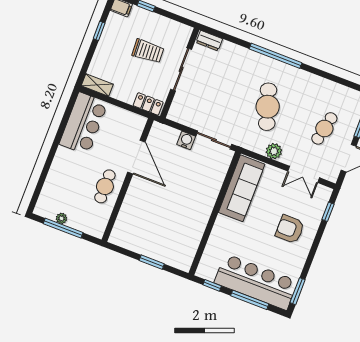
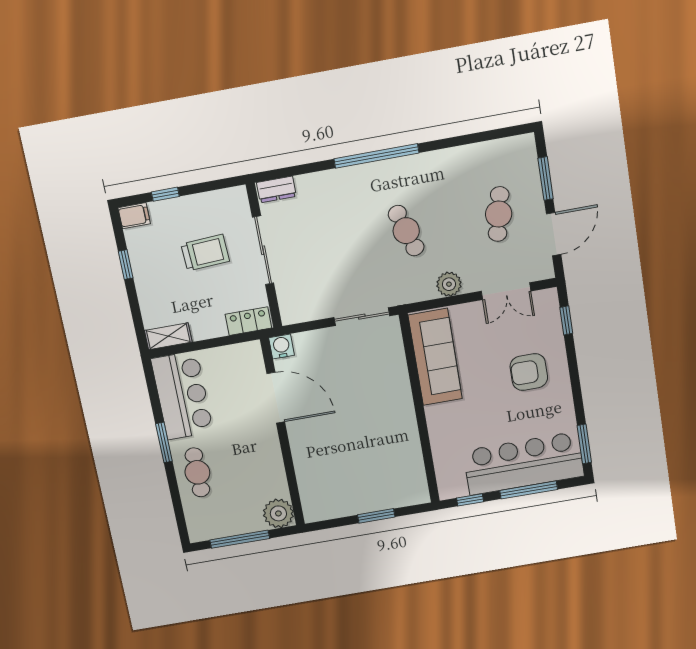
cafe table: (268, 107) -> (406, 231), width x0.73, depth x0.74
water cooler: (186, 140) -> (282, 347), moved
window: (56, 144) -> (164, 442), added
cafe table: (105, 186) -> (197, 472), moved
plant: (61, 218) -> (278, 513), moved, width x1.87, depth x1.87

